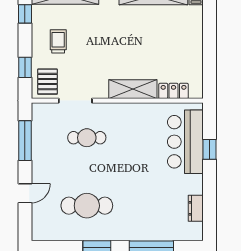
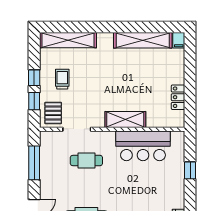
window: (25, 14) -> (34, 78), moved
locker: (174, 91) -> (178, 97), moved, turned -90
bar counter: (185, 142) -> (143, 146), moved, turned -90

